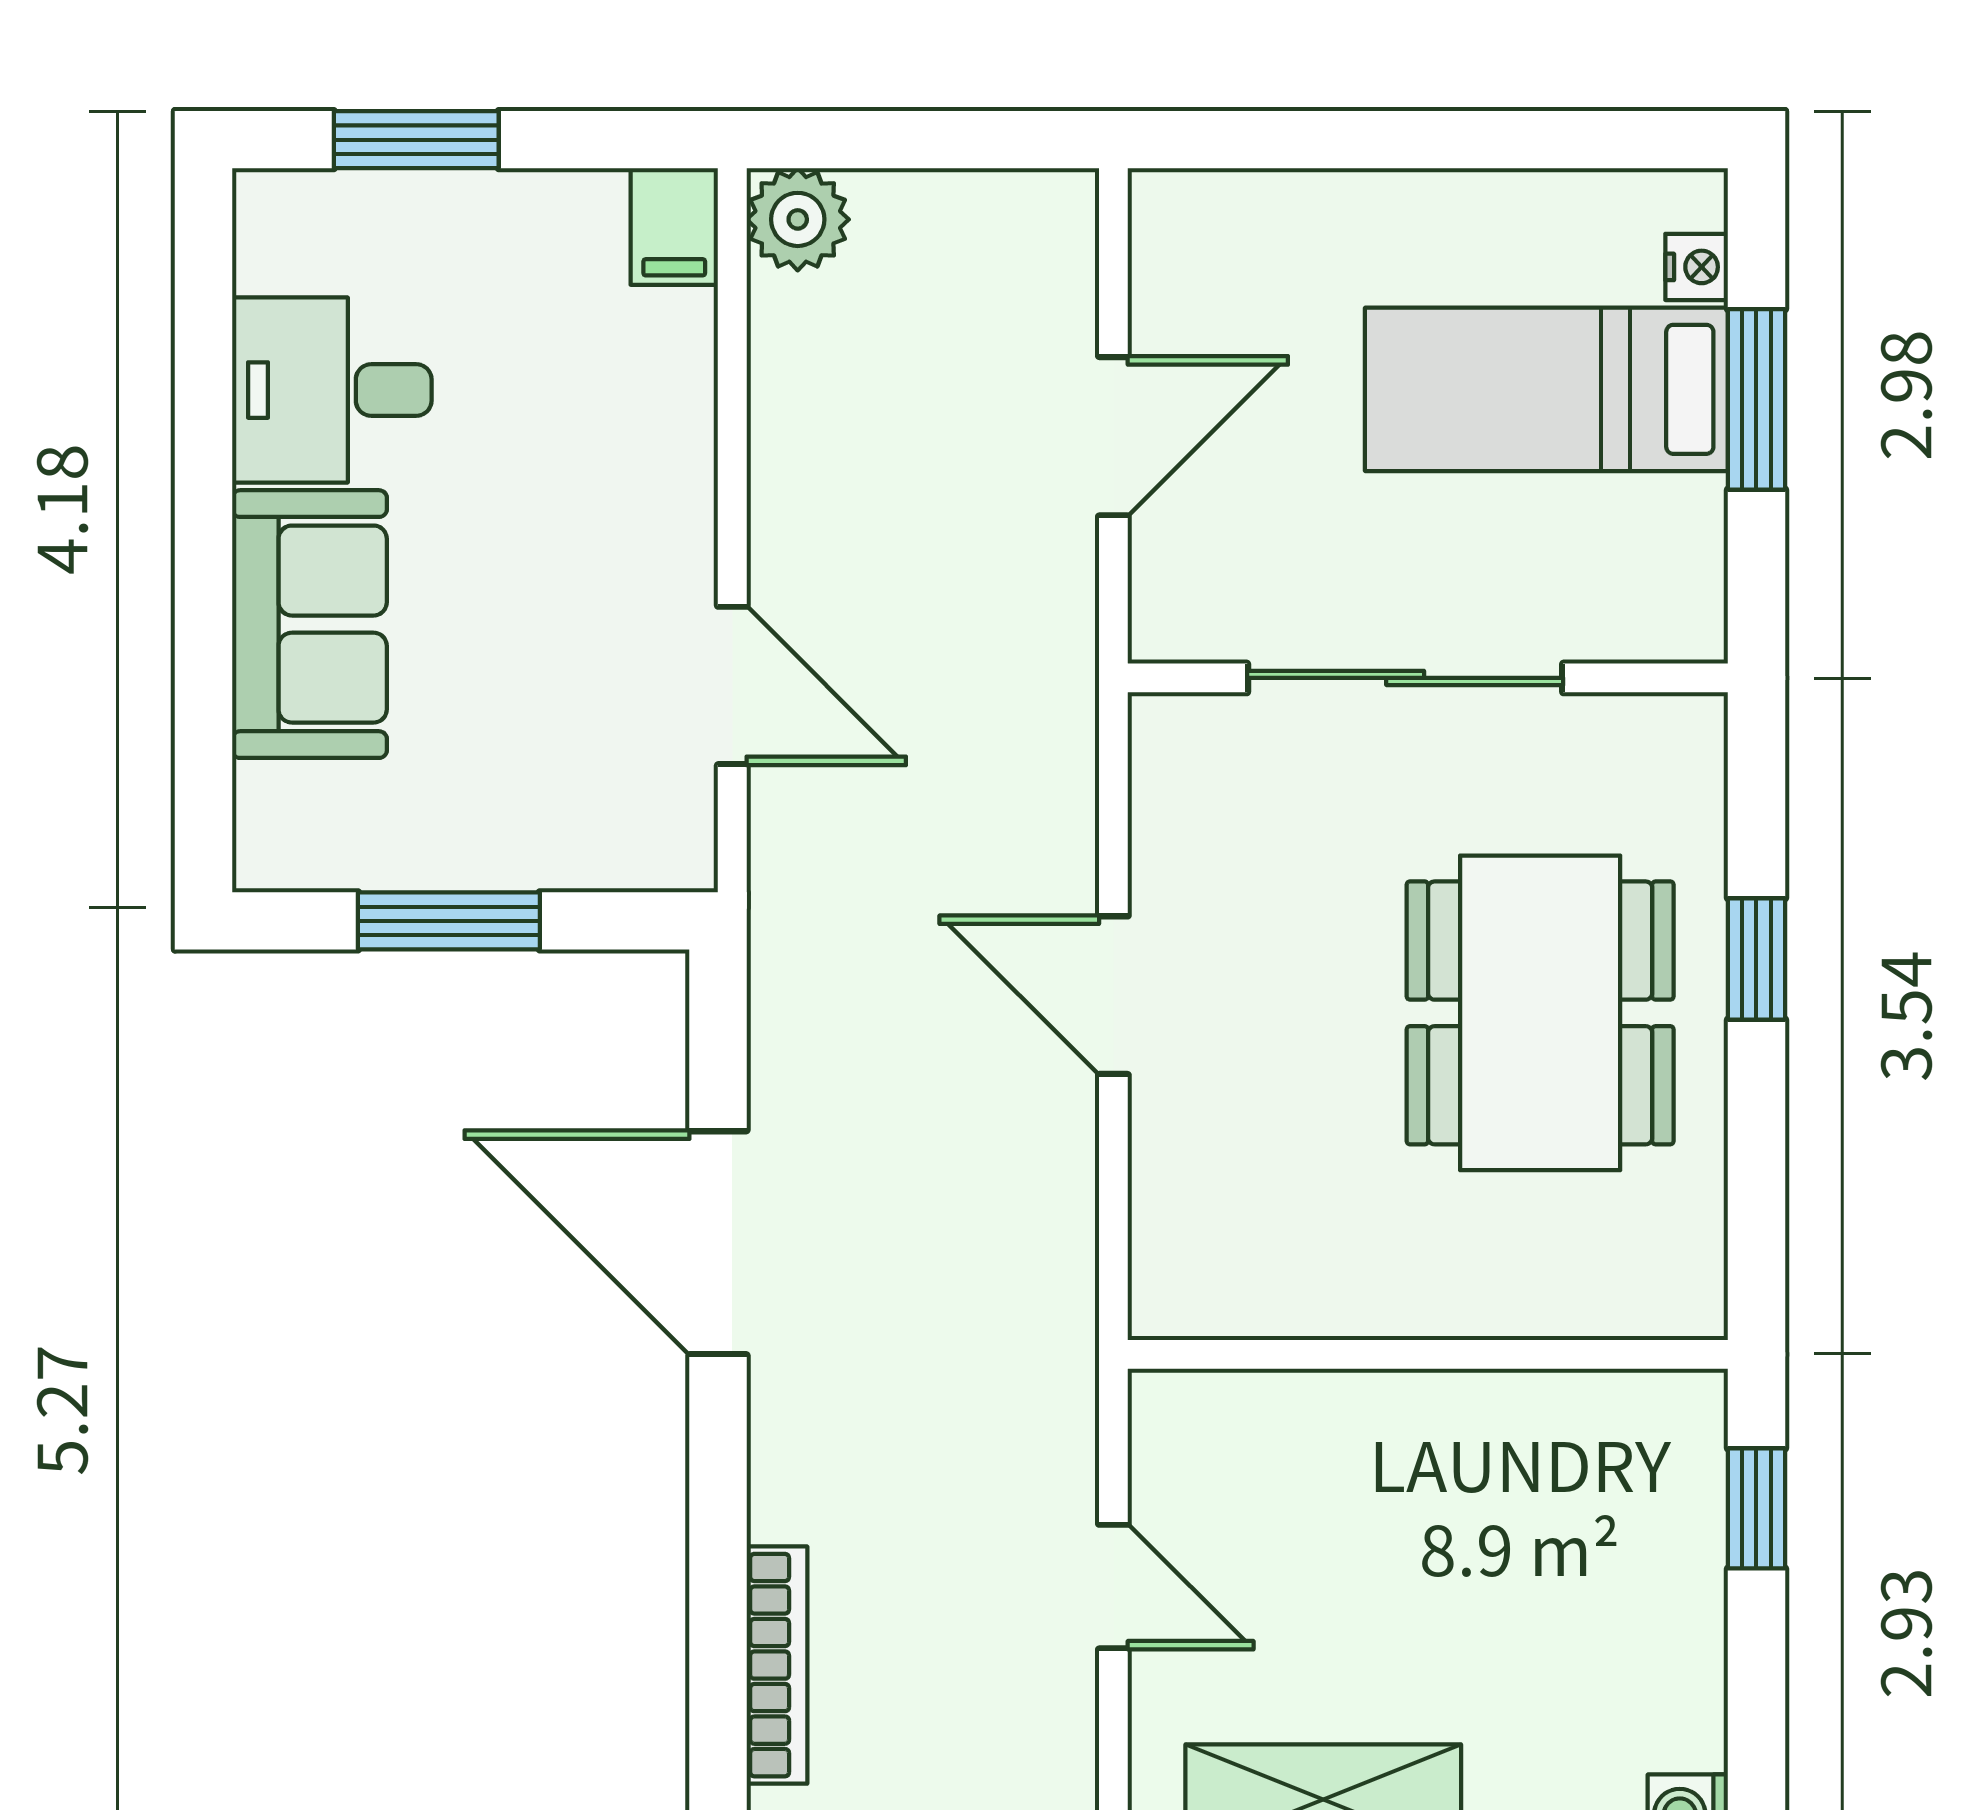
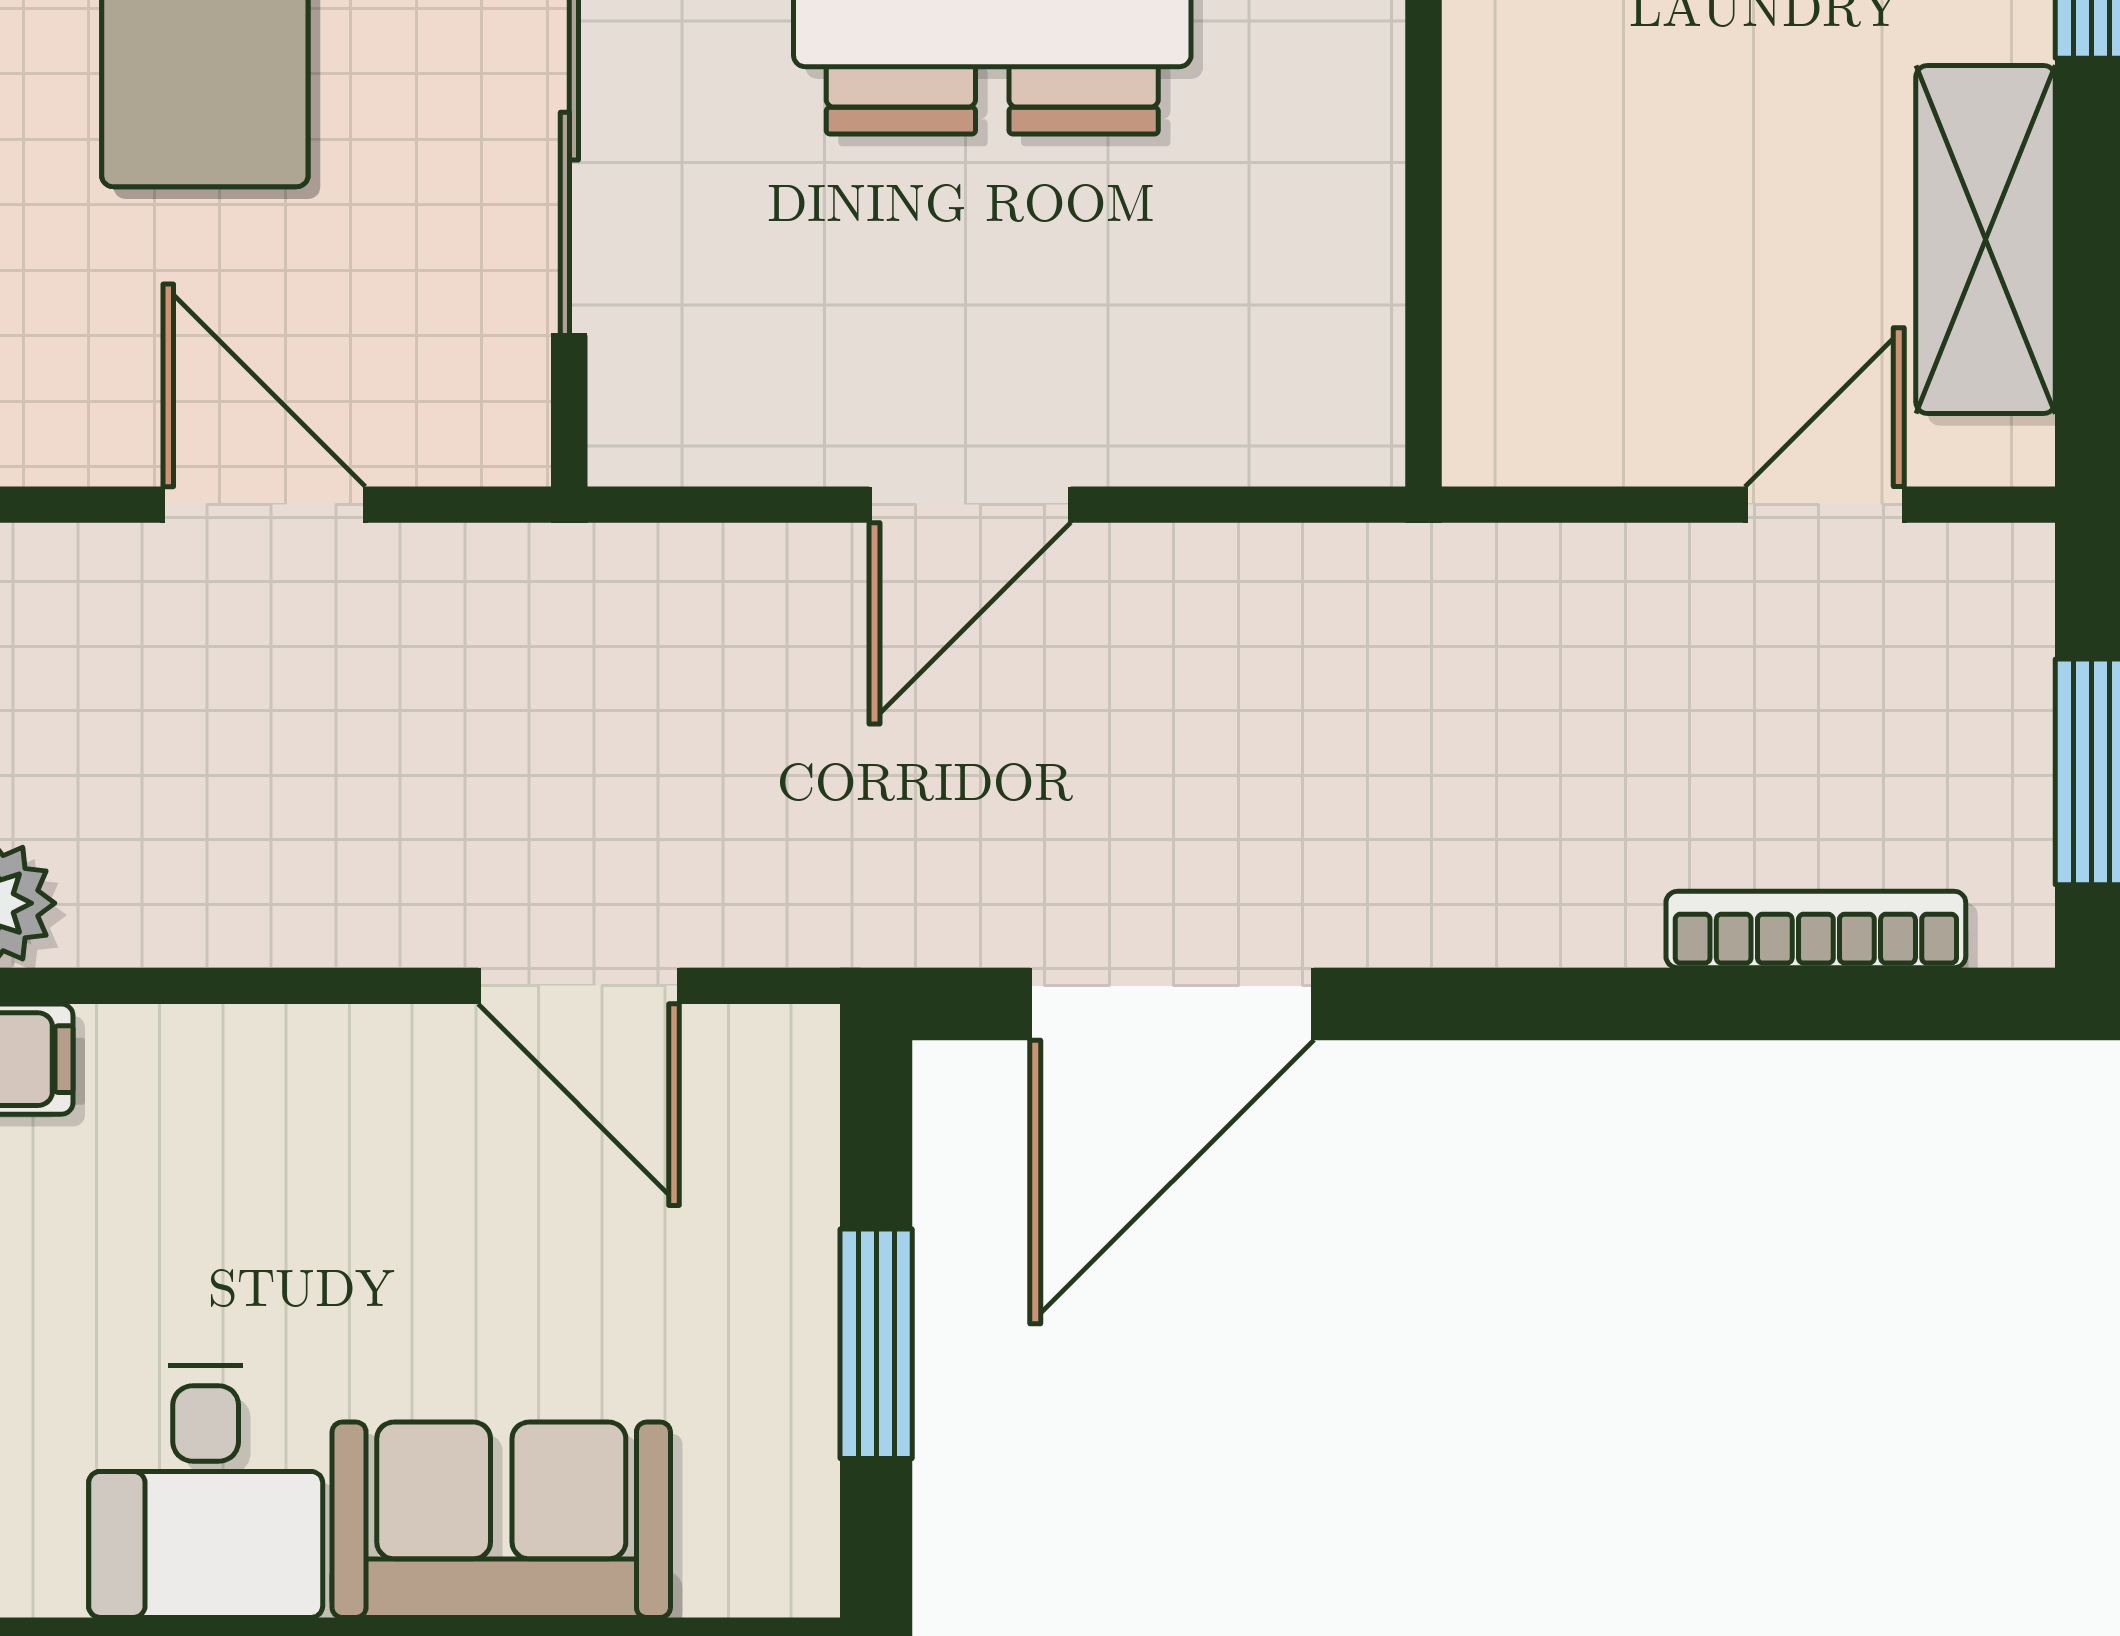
door: (732, 685) -> (579, 986), swing flipped
door: (718, 1243) -> (1172, 1004), moved
door: (1113, 1587) -> (1825, 505), moved

